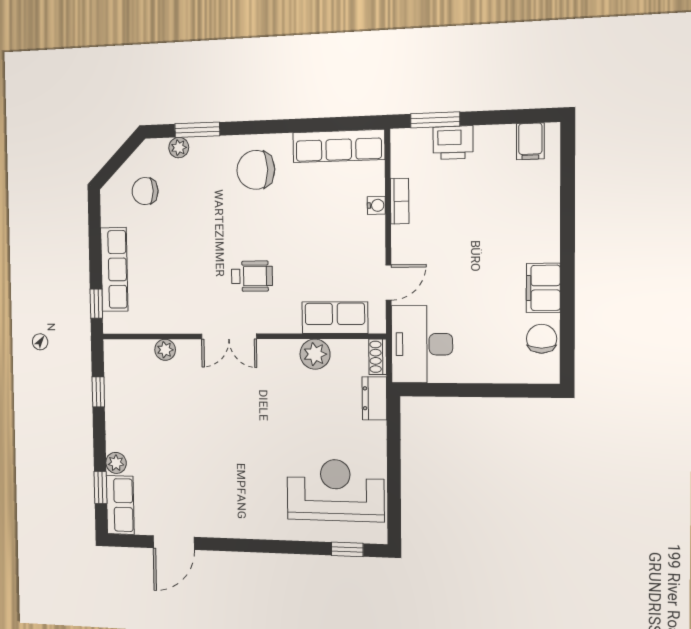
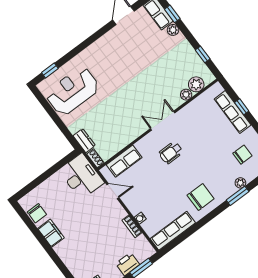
door: (388, 283) -> (113, 191), swing flipped
window: (96, 304) -> (242, 107), moved
plant: (315, 354) -> (196, 84), moved
reception desk: (335, 490) -> (73, 91), turned 180

